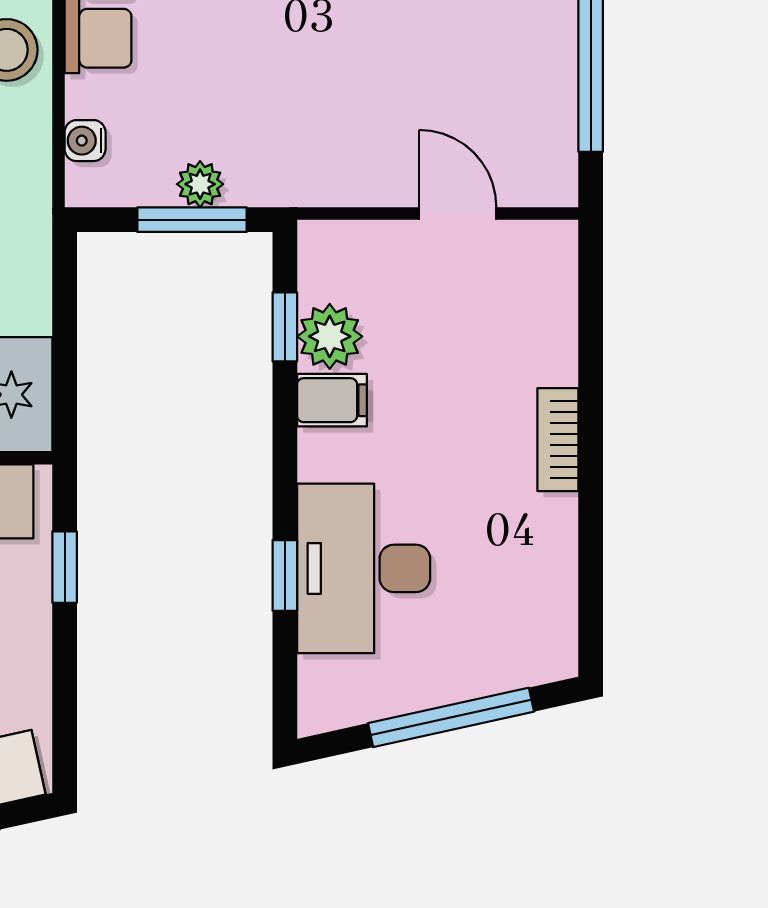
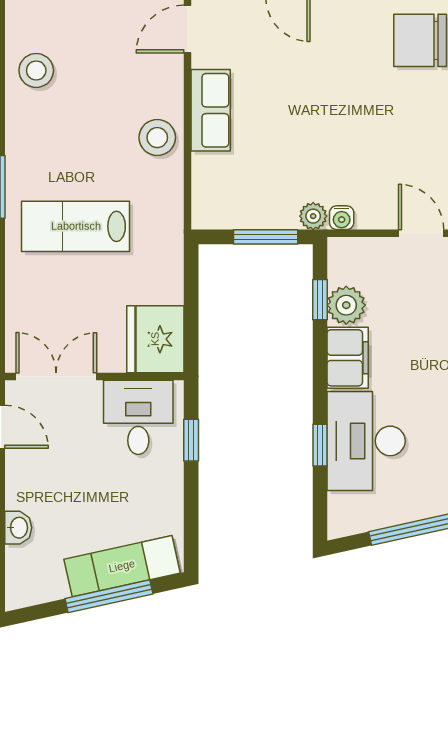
water cooler: (85, 141) -> (342, 218), moved, turned -90
plant: (200, 184) -> (313, 216), moved
filing cabinet: (332, 400) -> (348, 358), width x2.00

